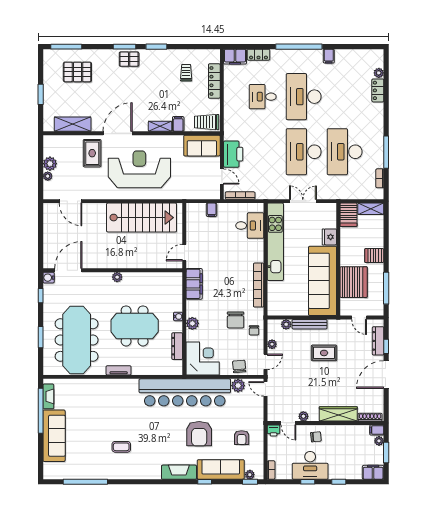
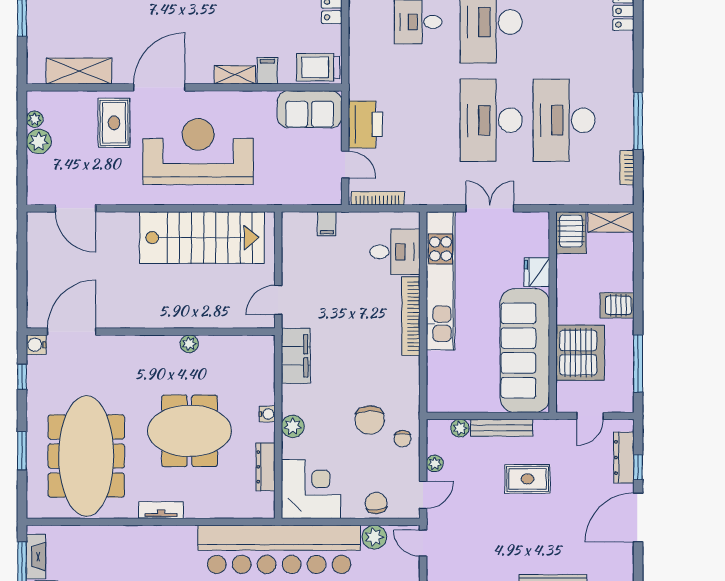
plant: (48, 176) -> (35, 119), moved
plant: (117, 277) -> (189, 344), moved
bookcase: (259, 285) -> (411, 316), moved
door: (359, 318) -> (590, 416), hinge flipped

